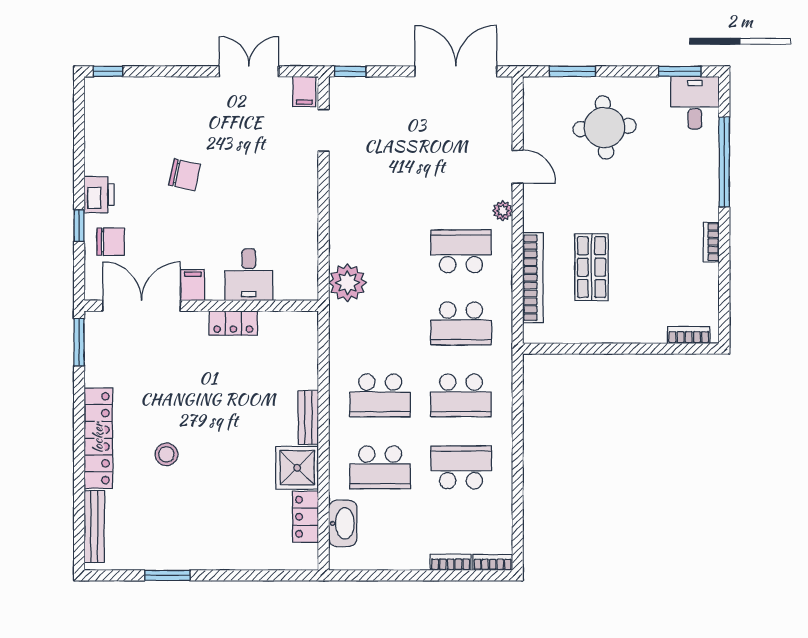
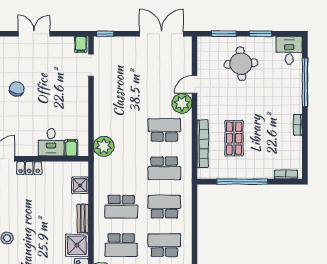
double door: (249, 71) -> (34, 34), moved
window: (680, 71) -> (260, 34), moved
door: (518, 167) -> (195, 85), swing flipped
chair: (185, 175) -> (17, 89), turned -87
plant: (503, 211) -> (182, 103), width x1.87, depth x1.87
filing cabinet: (193, 285) -> (71, 148), moved
locker: (233, 323) -> (29, 168), moved
window: (607, 349) -> (242, 182), added
shower: (303, 355) -> (80, 185), added
school desk: (461, 395) -> (164, 207), turned 180

